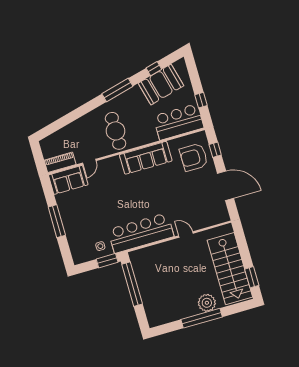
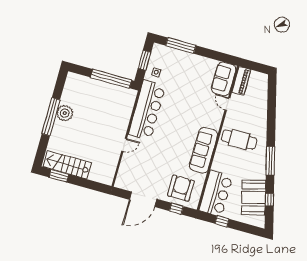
window: (57, 221) -> (181, 46), moved
window: (107, 261) -> (144, 60), moved
stairs: (230, 269) -> (67, 165), width x0.73, depth x0.66
plant: (207, 303) -> (65, 113), moved

